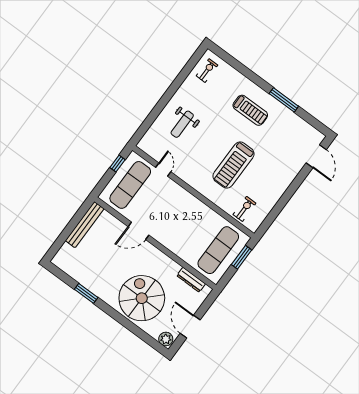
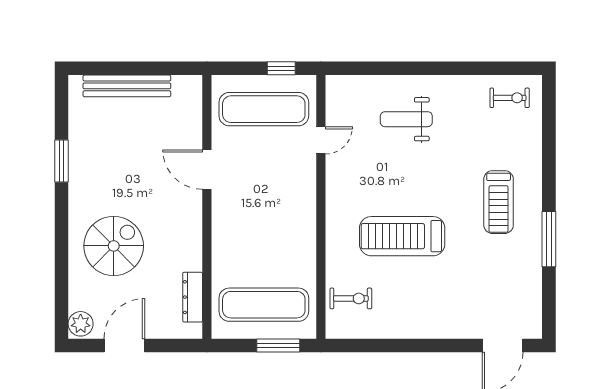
bench: (85, 225) -> (127, 86), moved
spiral stairs: (142, 298) -> (114, 246), width x0.73, depth x0.73

